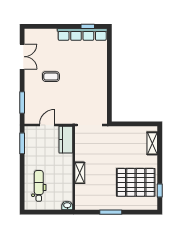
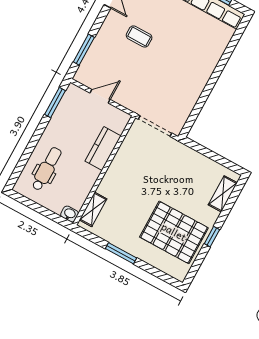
kitchen counter: (66, 140) -> (103, 148), moved
shelving: (80, 173) -> (93, 209), moved
window: (160, 190) -> (212, 237), moved

